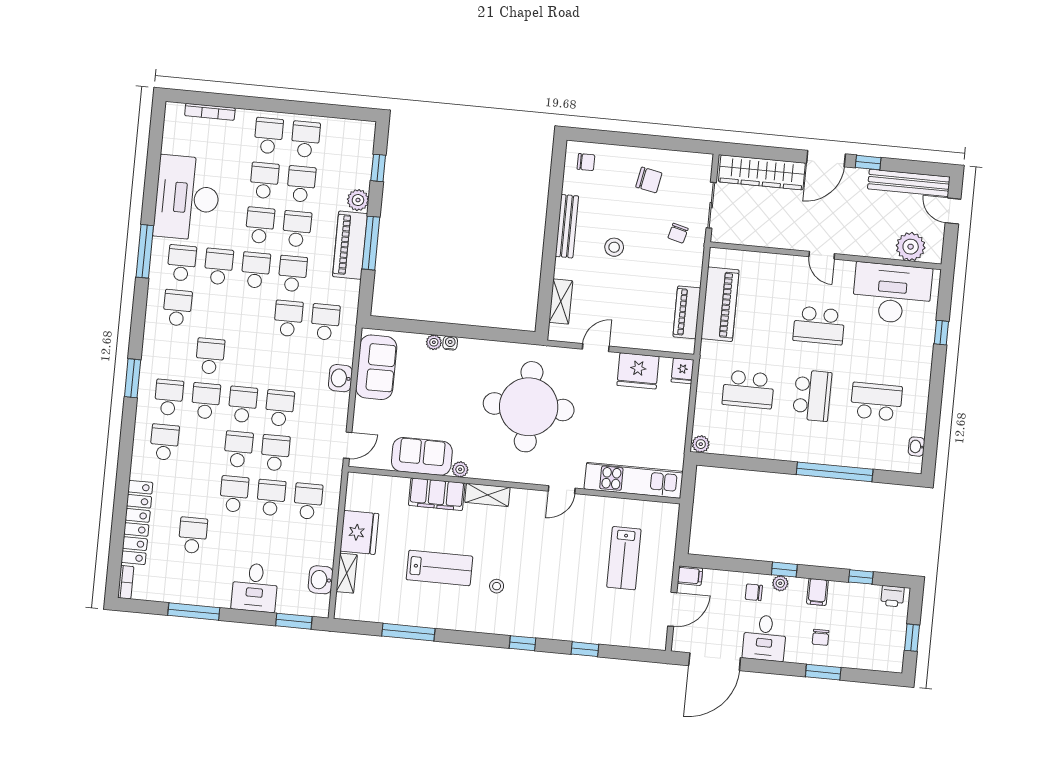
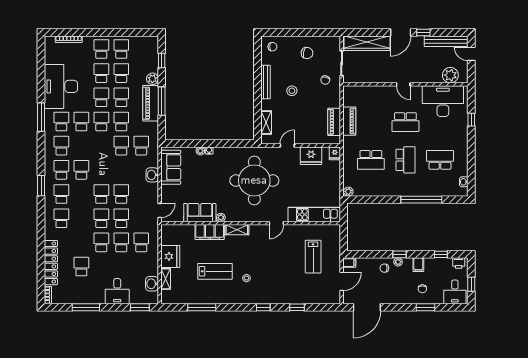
piano: (720, 304) -> (349, 121), width x0.73, depth x0.75
school desk: (206, 401) -> (61, 170), moved
desk: (765, 638) -> (455, 292), moved

